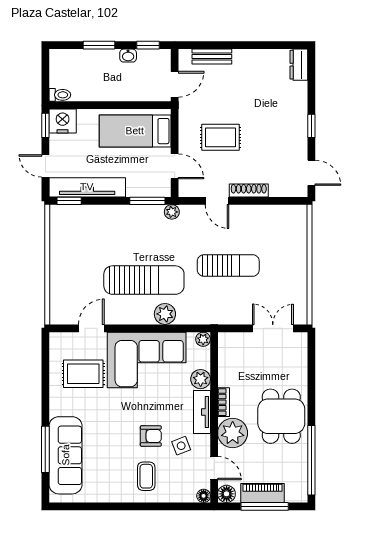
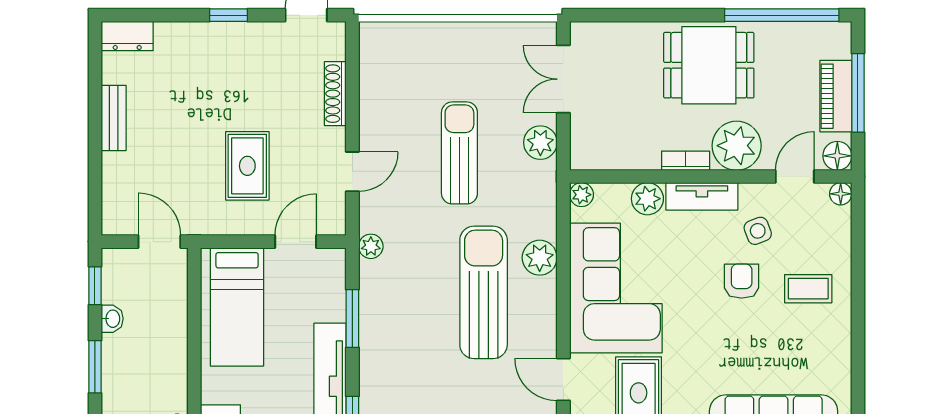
bench: (212, 57) -> (114, 118), moved
shoe rack: (249, 190) -> (335, 94), moved
window: (147, 201) -> (352, 318), moved
plant: (235, 314) -> (540, 143), added

